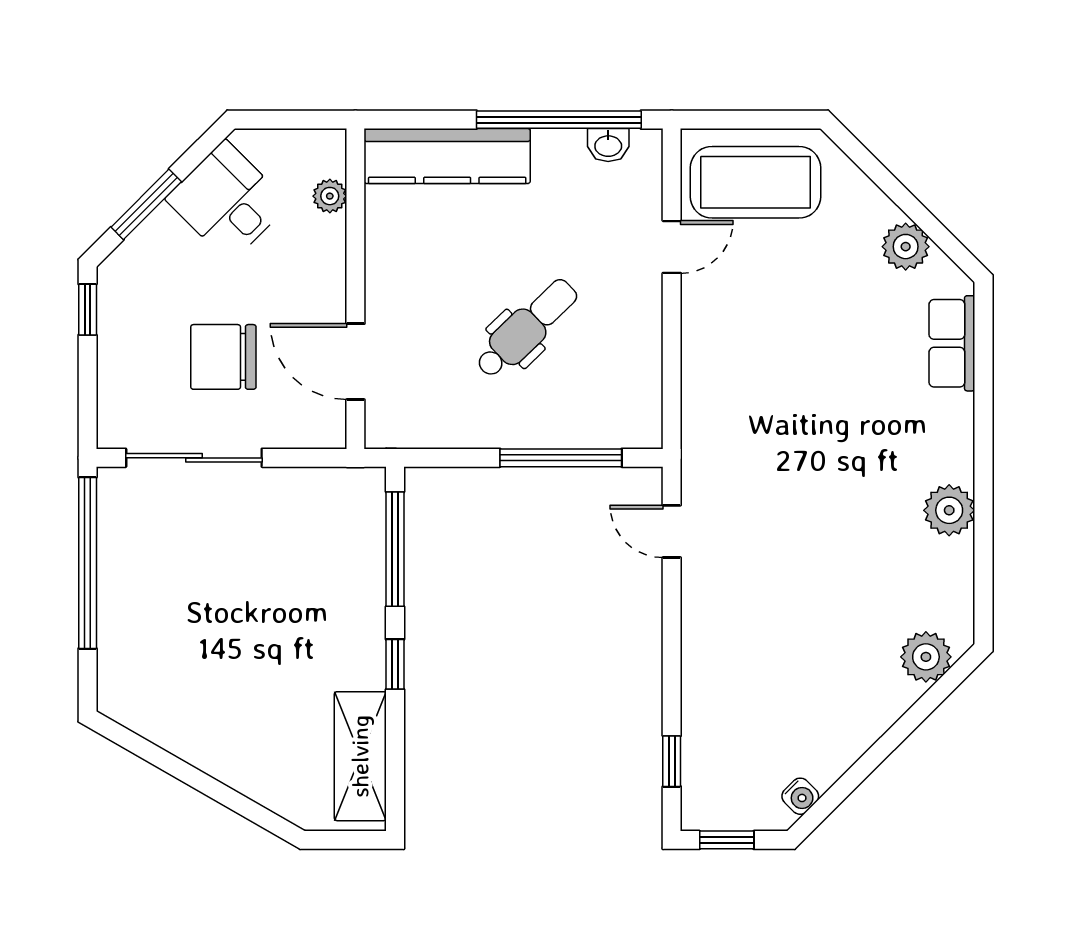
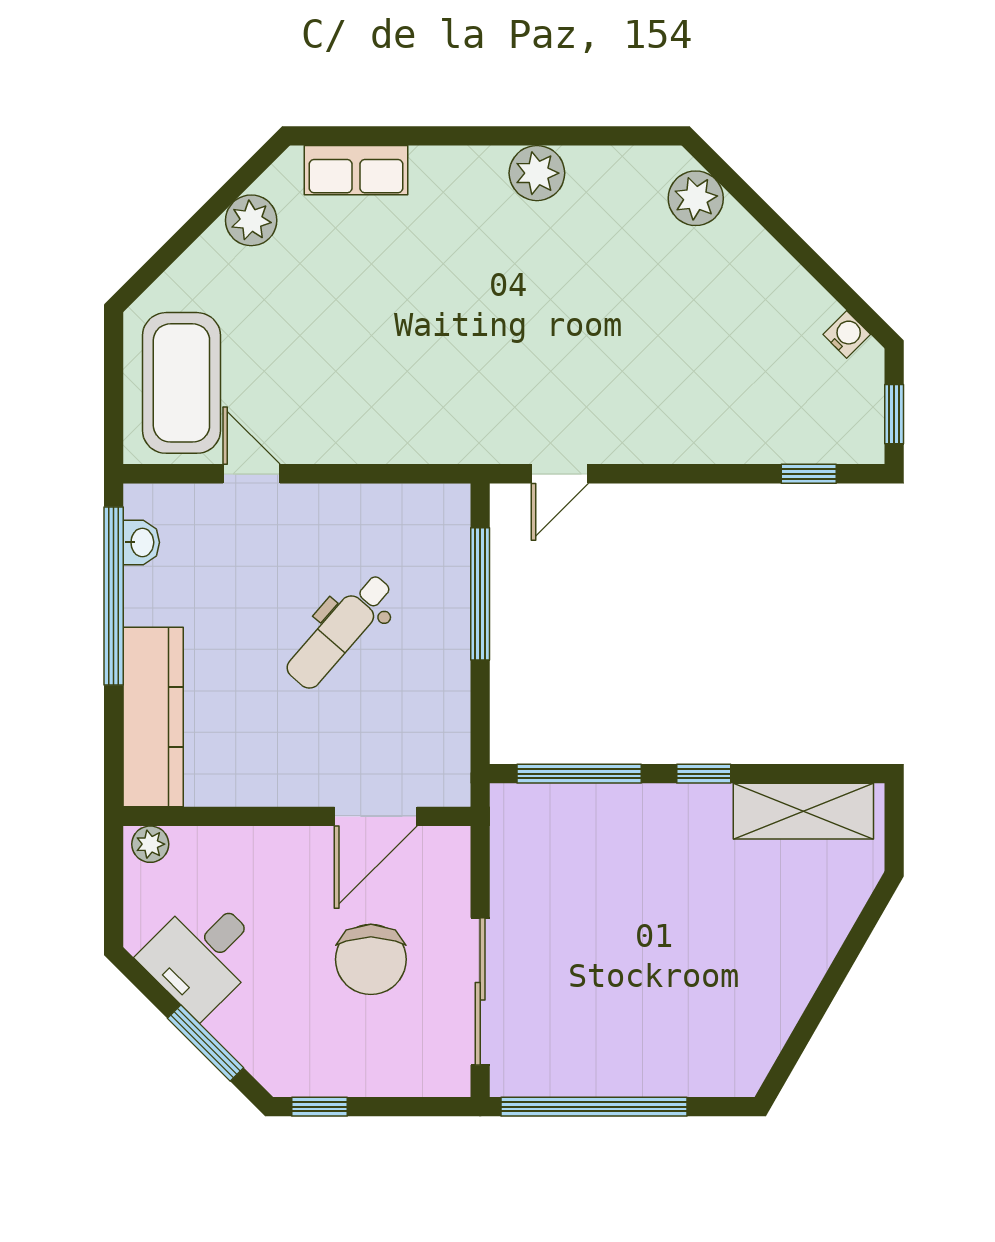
plant: (330, 196) -> (150, 844), moved
dental chair: (526, 328) -> (340, 631), turned -95

